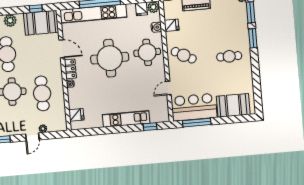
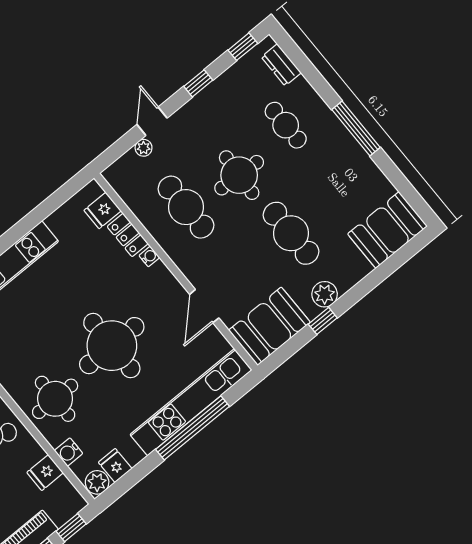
window: (36, 9) -> (323, 321), moved
door: (62, 49) -> (204, 306), hinge flipped
locker: (70, 69) -> (128, 235), moved

